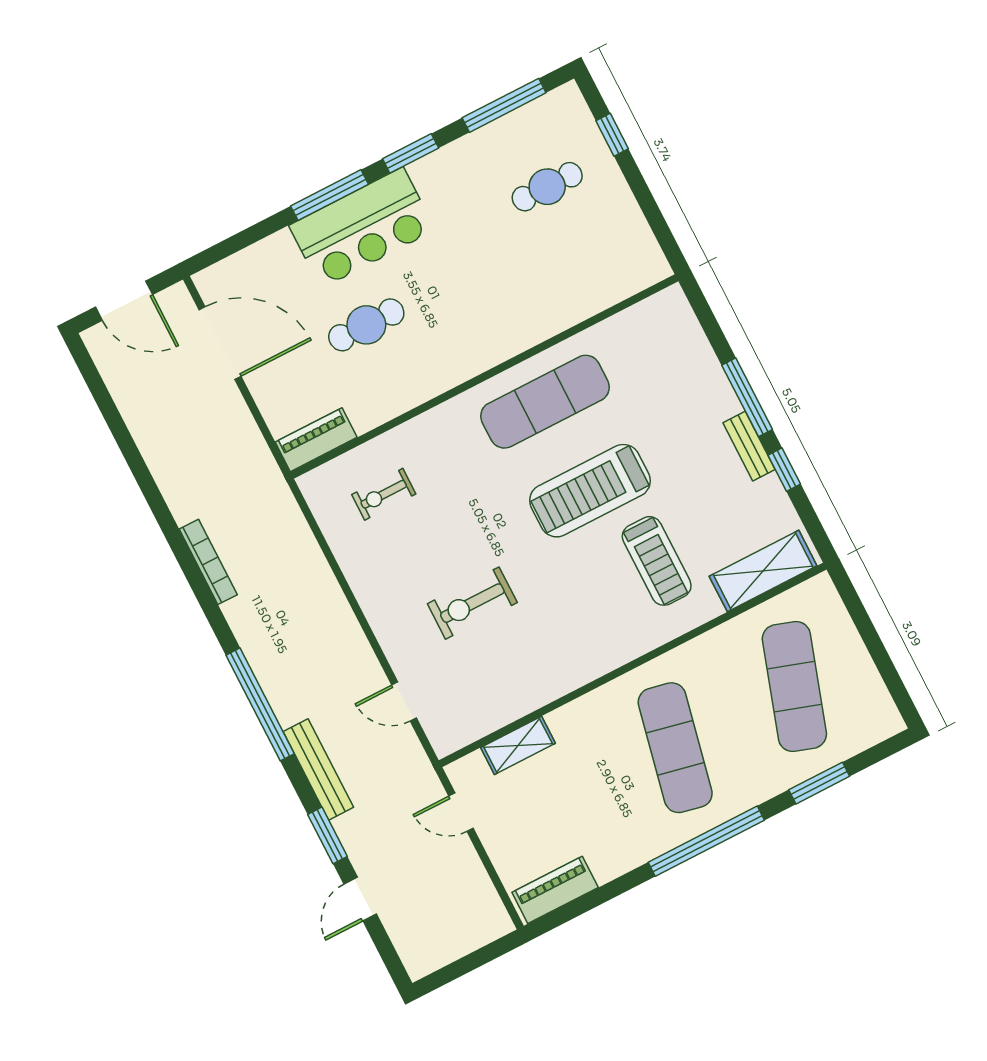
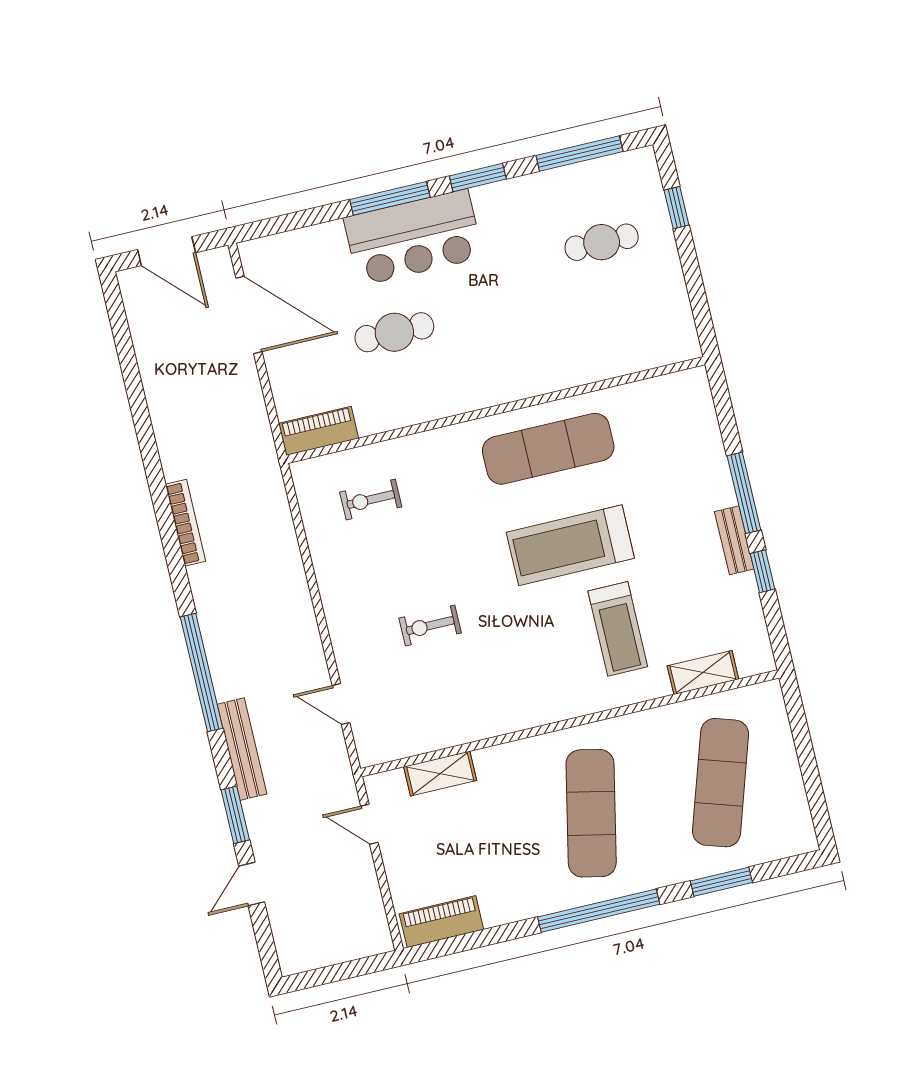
shelving: (763, 571) -> (703, 673), width x0.67, depth x0.75
exercise bike: (472, 603) -> (430, 626), width x0.73, depth x0.72

